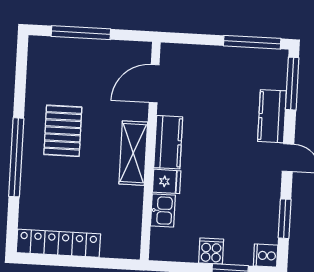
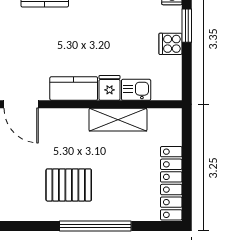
shelving: (133, 153) -> (118, 120), moved

